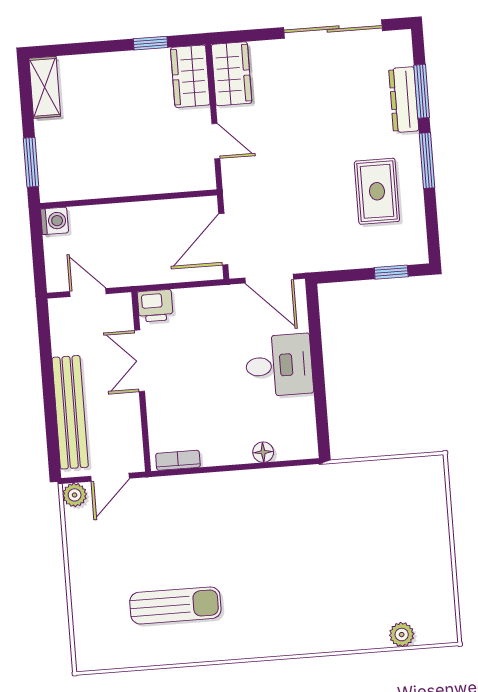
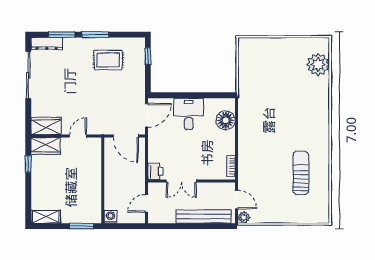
dresser: (404, 100) -> (47, 44), moved
floor lamp: (263, 452) -> (226, 120), width x1.89, depth x1.89
plant: (402, 635) -> (318, 65), width x1.87, depth x1.87

